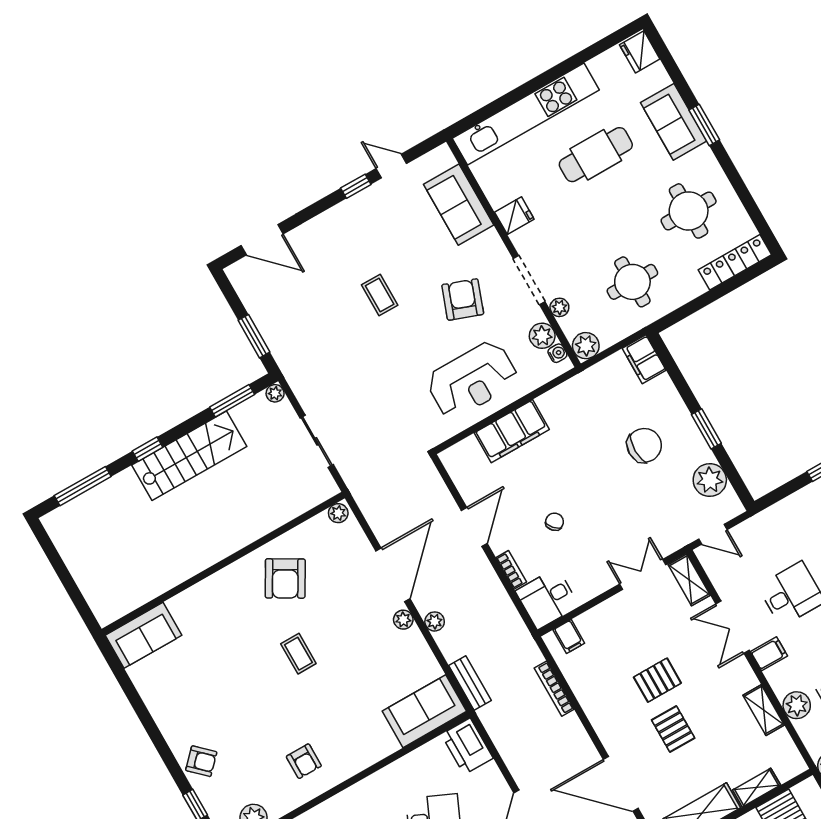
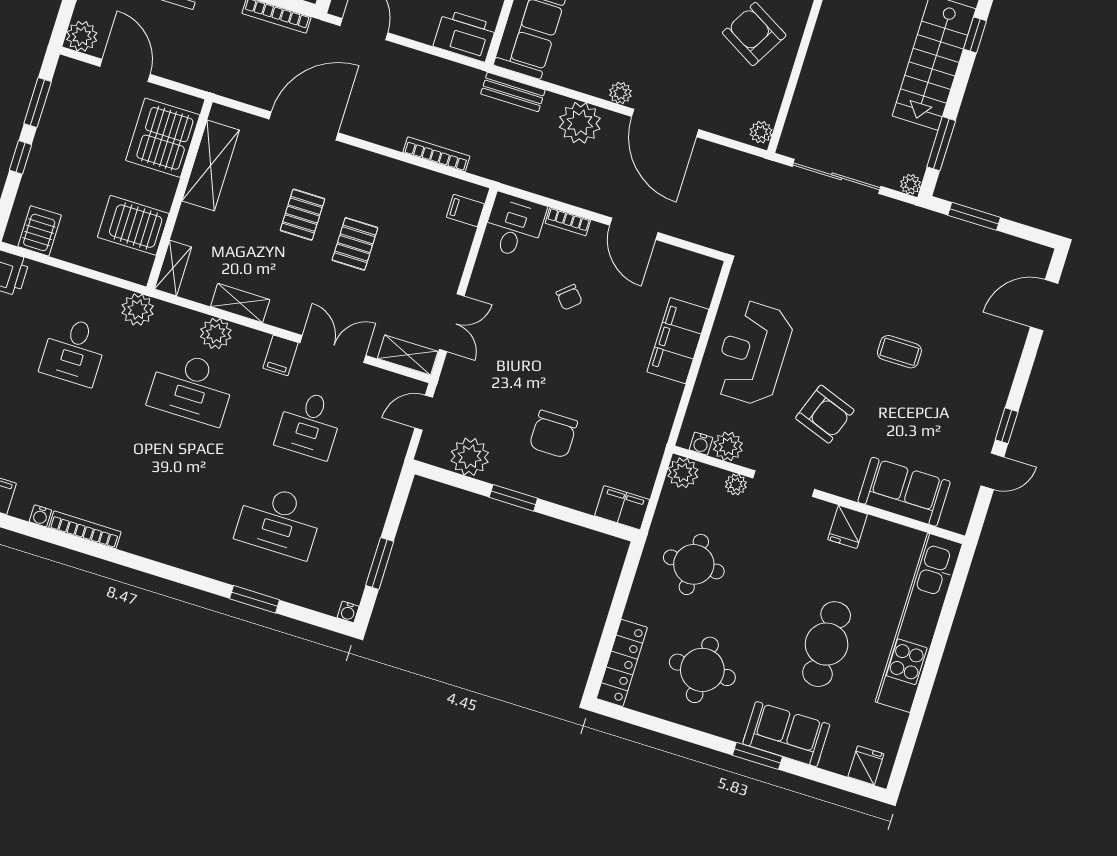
fridge: (640, 52) -> (866, 765), width x0.72
sliding door: (317, 441) -> (837, 176), width x1.37
plant: (435, 621) -> (580, 123), width x1.87, depth x1.87
pallet: (673, 729) -> (302, 215), turned 90
shelving: (757, 788) -> (173, 268), moved

